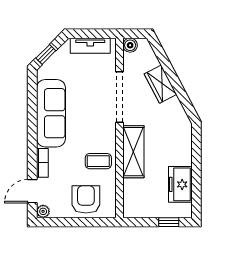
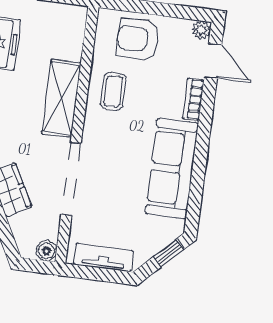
coffee table: (98, 161) -> (113, 91), turned 90
door: (32, 191) -> (213, 61), hinge flipped
armchair: (86, 199) -> (138, 39), turned 90

